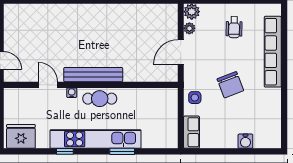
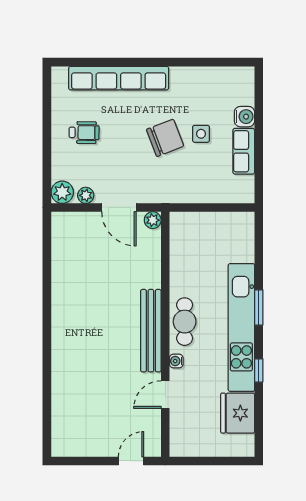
plant: (172, 76) -> (153, 220), added
side table: (195, 98) -> (201, 134), moved
row of seats: (191, 132) -> (244, 151), moved, turned -90
fridge: (21, 136) -> (238, 413), moved
window: (122, 151) -> (259, 307), moved

